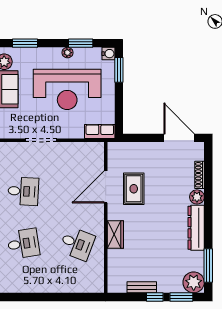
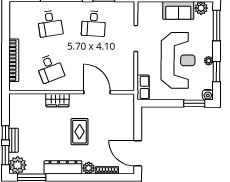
window: (25, 43) -> (217, 25), width x1.44
reception desk: (67, 89) -> (178, 60), turned 180
door: (179, 138) -> (138, 153), swing flipped
rug: (134, 189) -> (80, 132), moved, turned 90
desk: (77, 244) -> (50, 68), turned -42
bookcase: (67, 287) -> (14, 60), added
bench: (142, 287) -> (13, 140), moved

